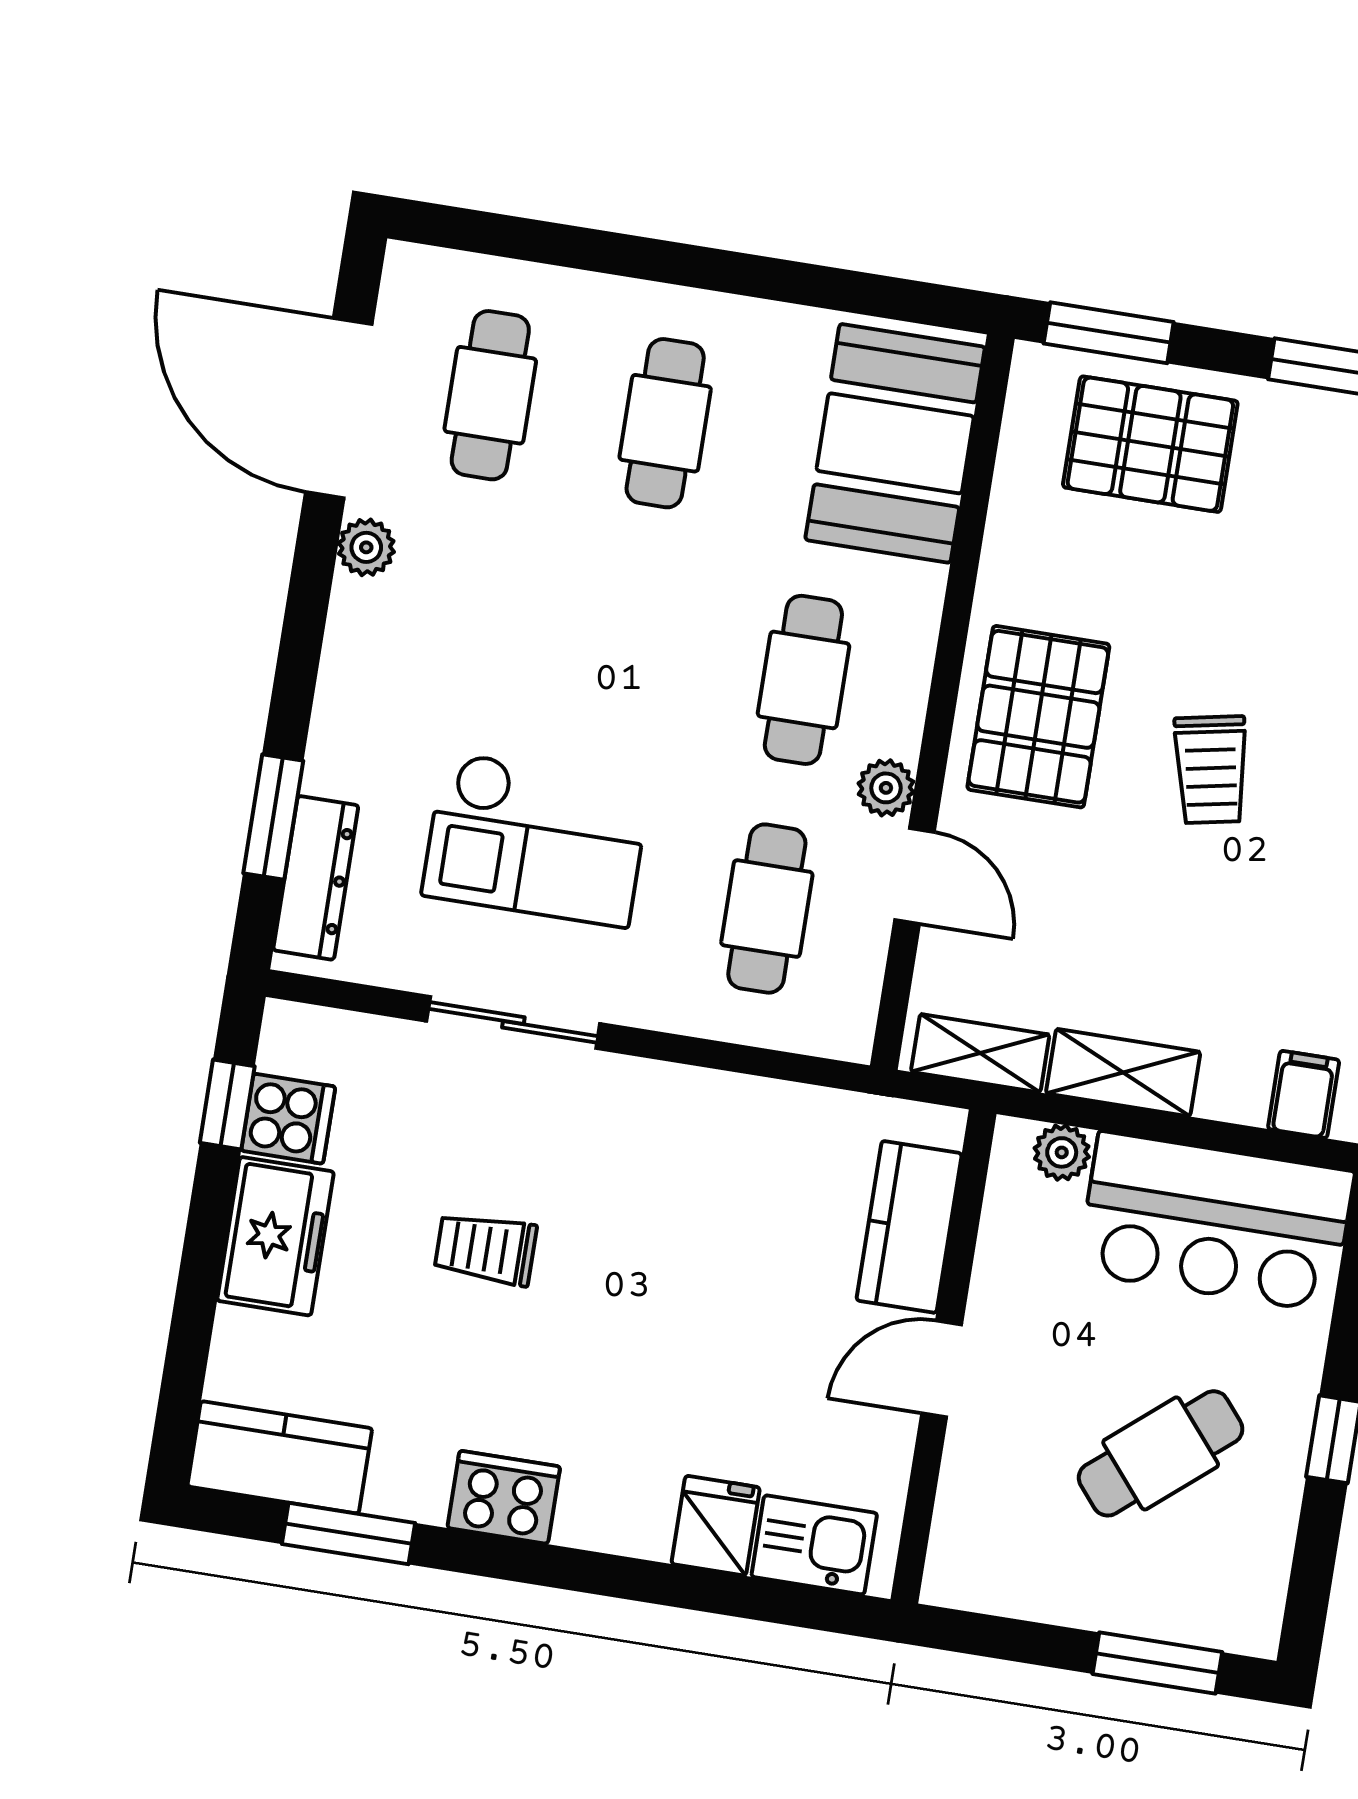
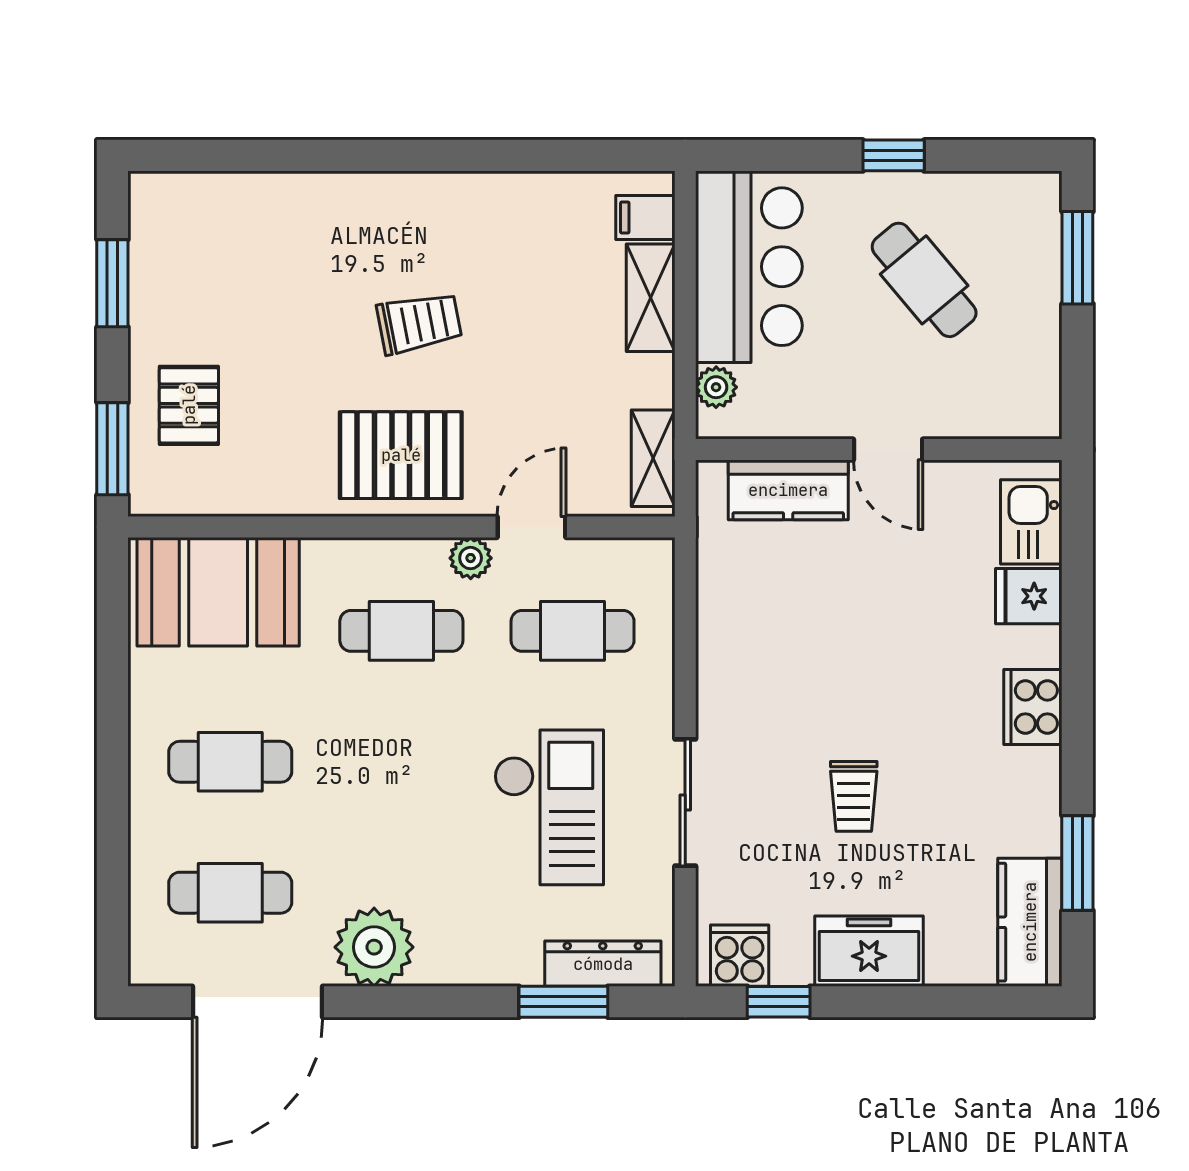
pallet: (1150, 444) -> (189, 405), width x0.67, depth x0.71
plant: (366, 547) -> (374, 947), width x1.88, depth x1.88
shelving: (1123, 1073) -> (651, 298), moved
cooker: (288, 1119) -> (740, 956), moved
cooker: (504, 1497) -> (1033, 707), moved

